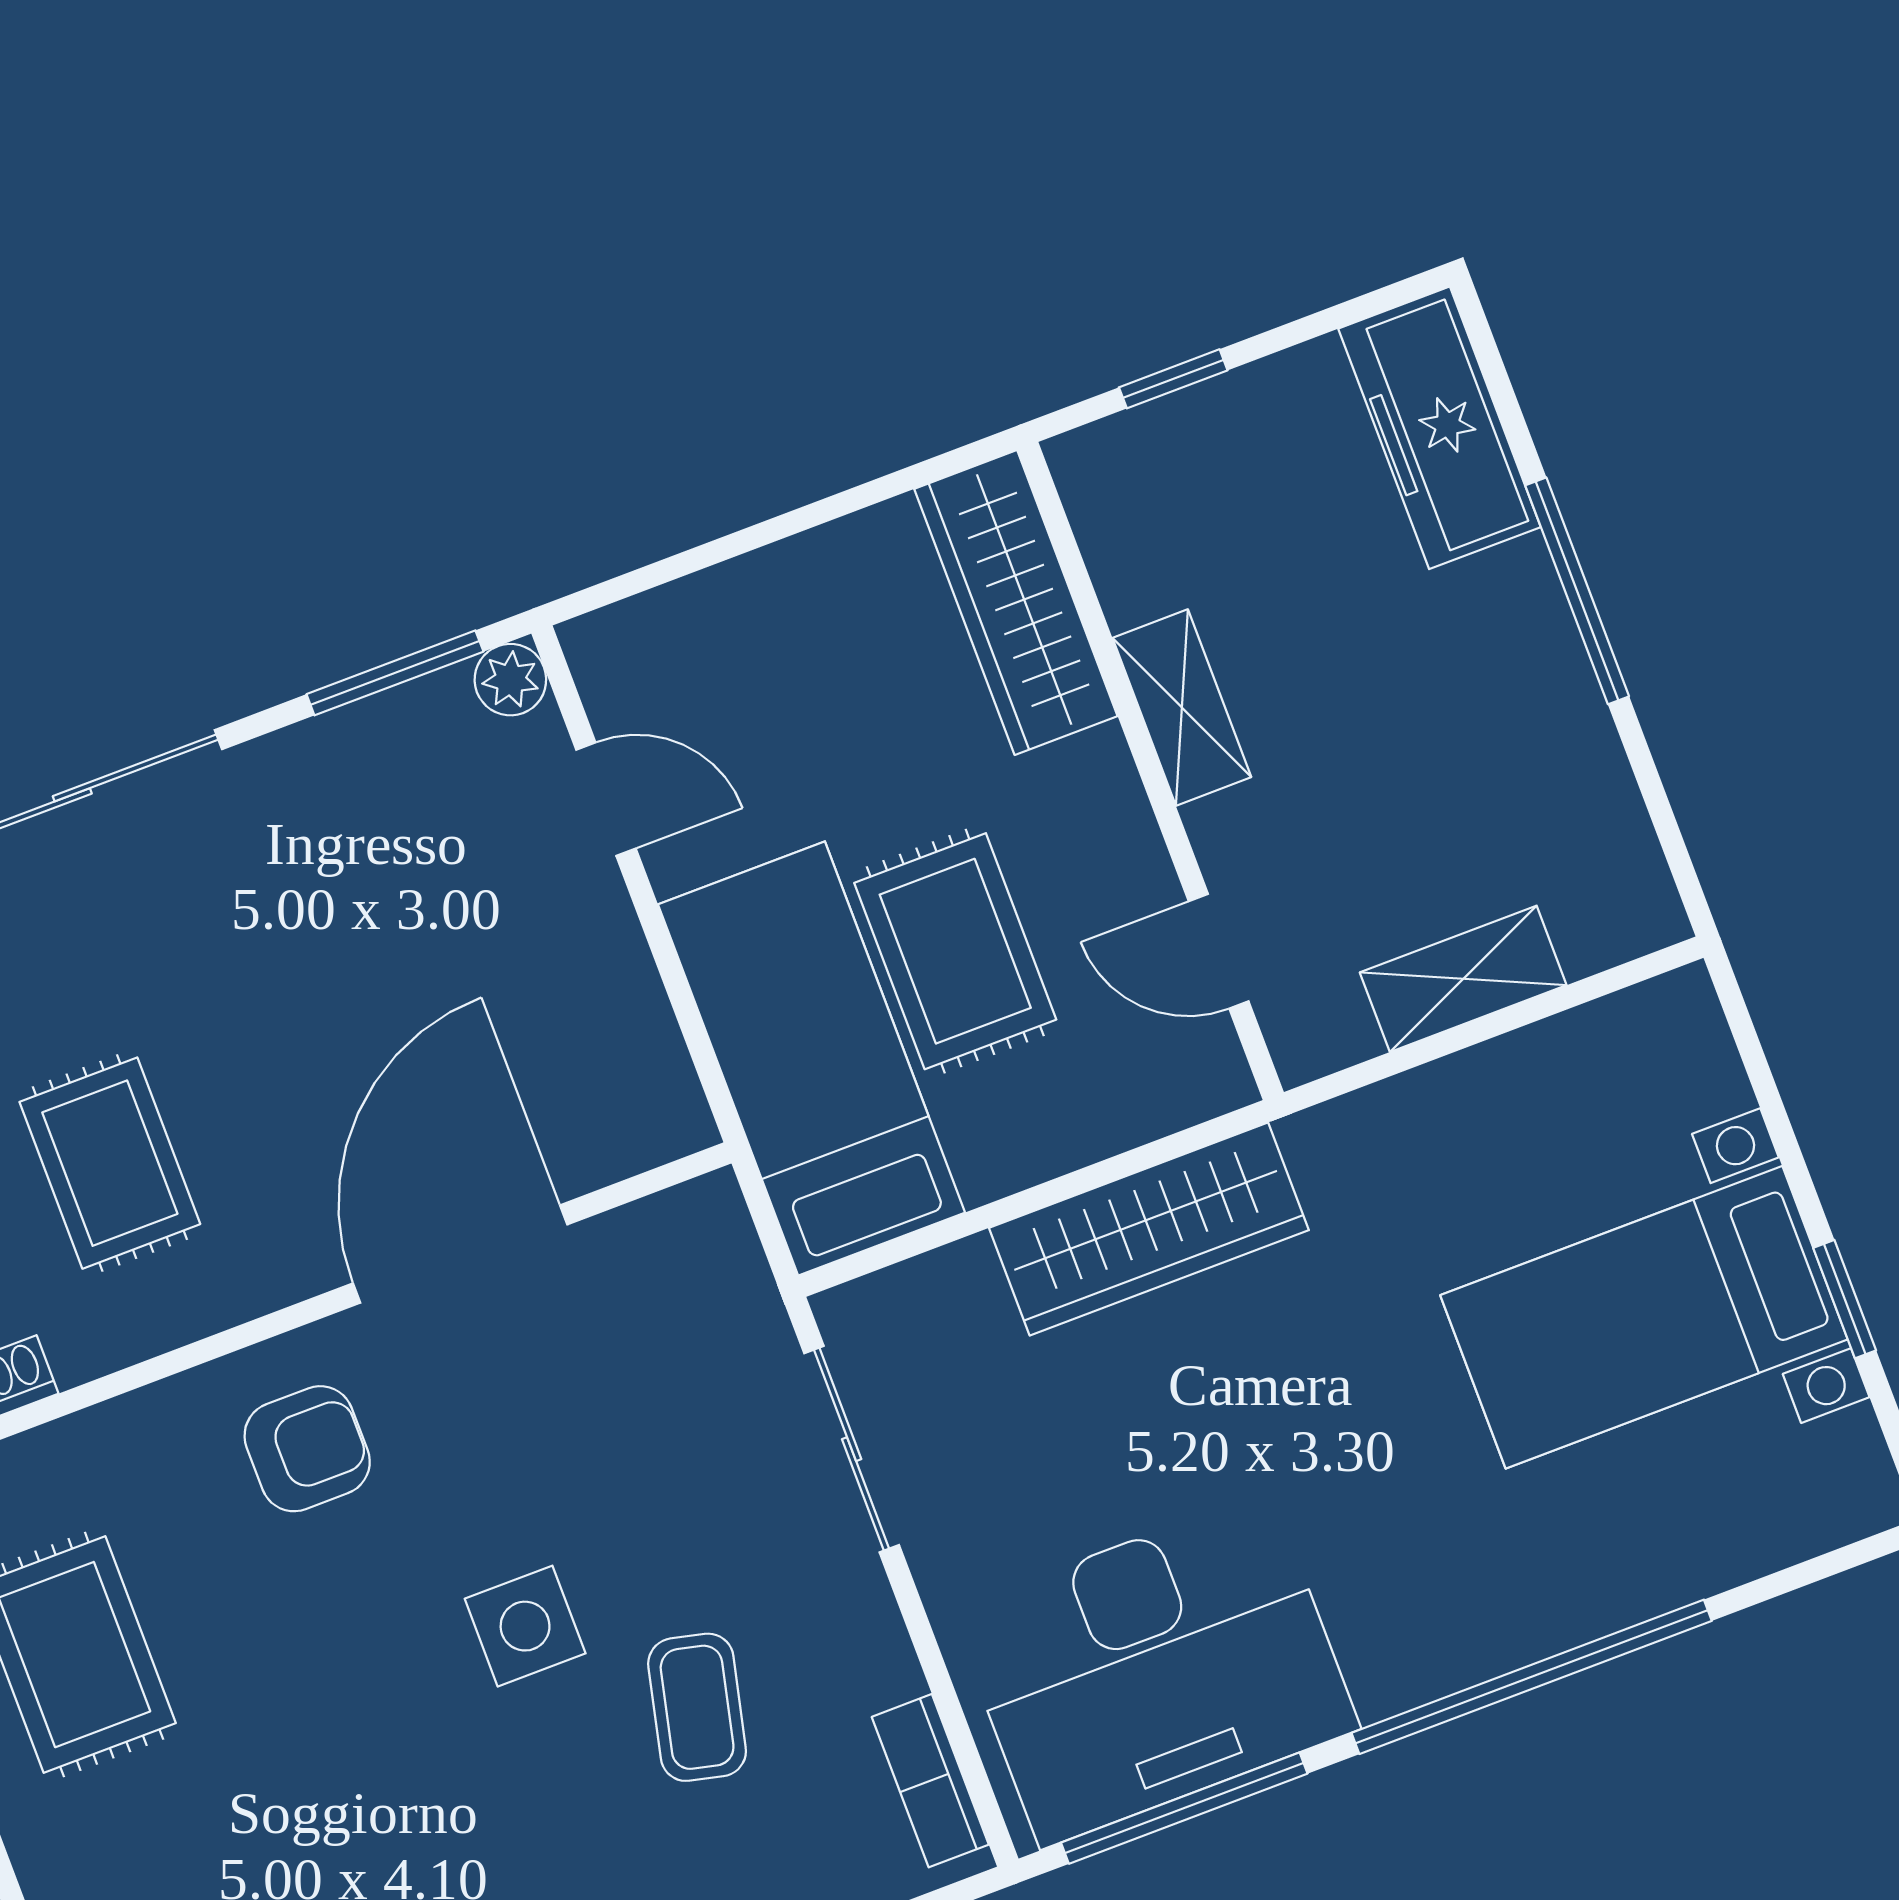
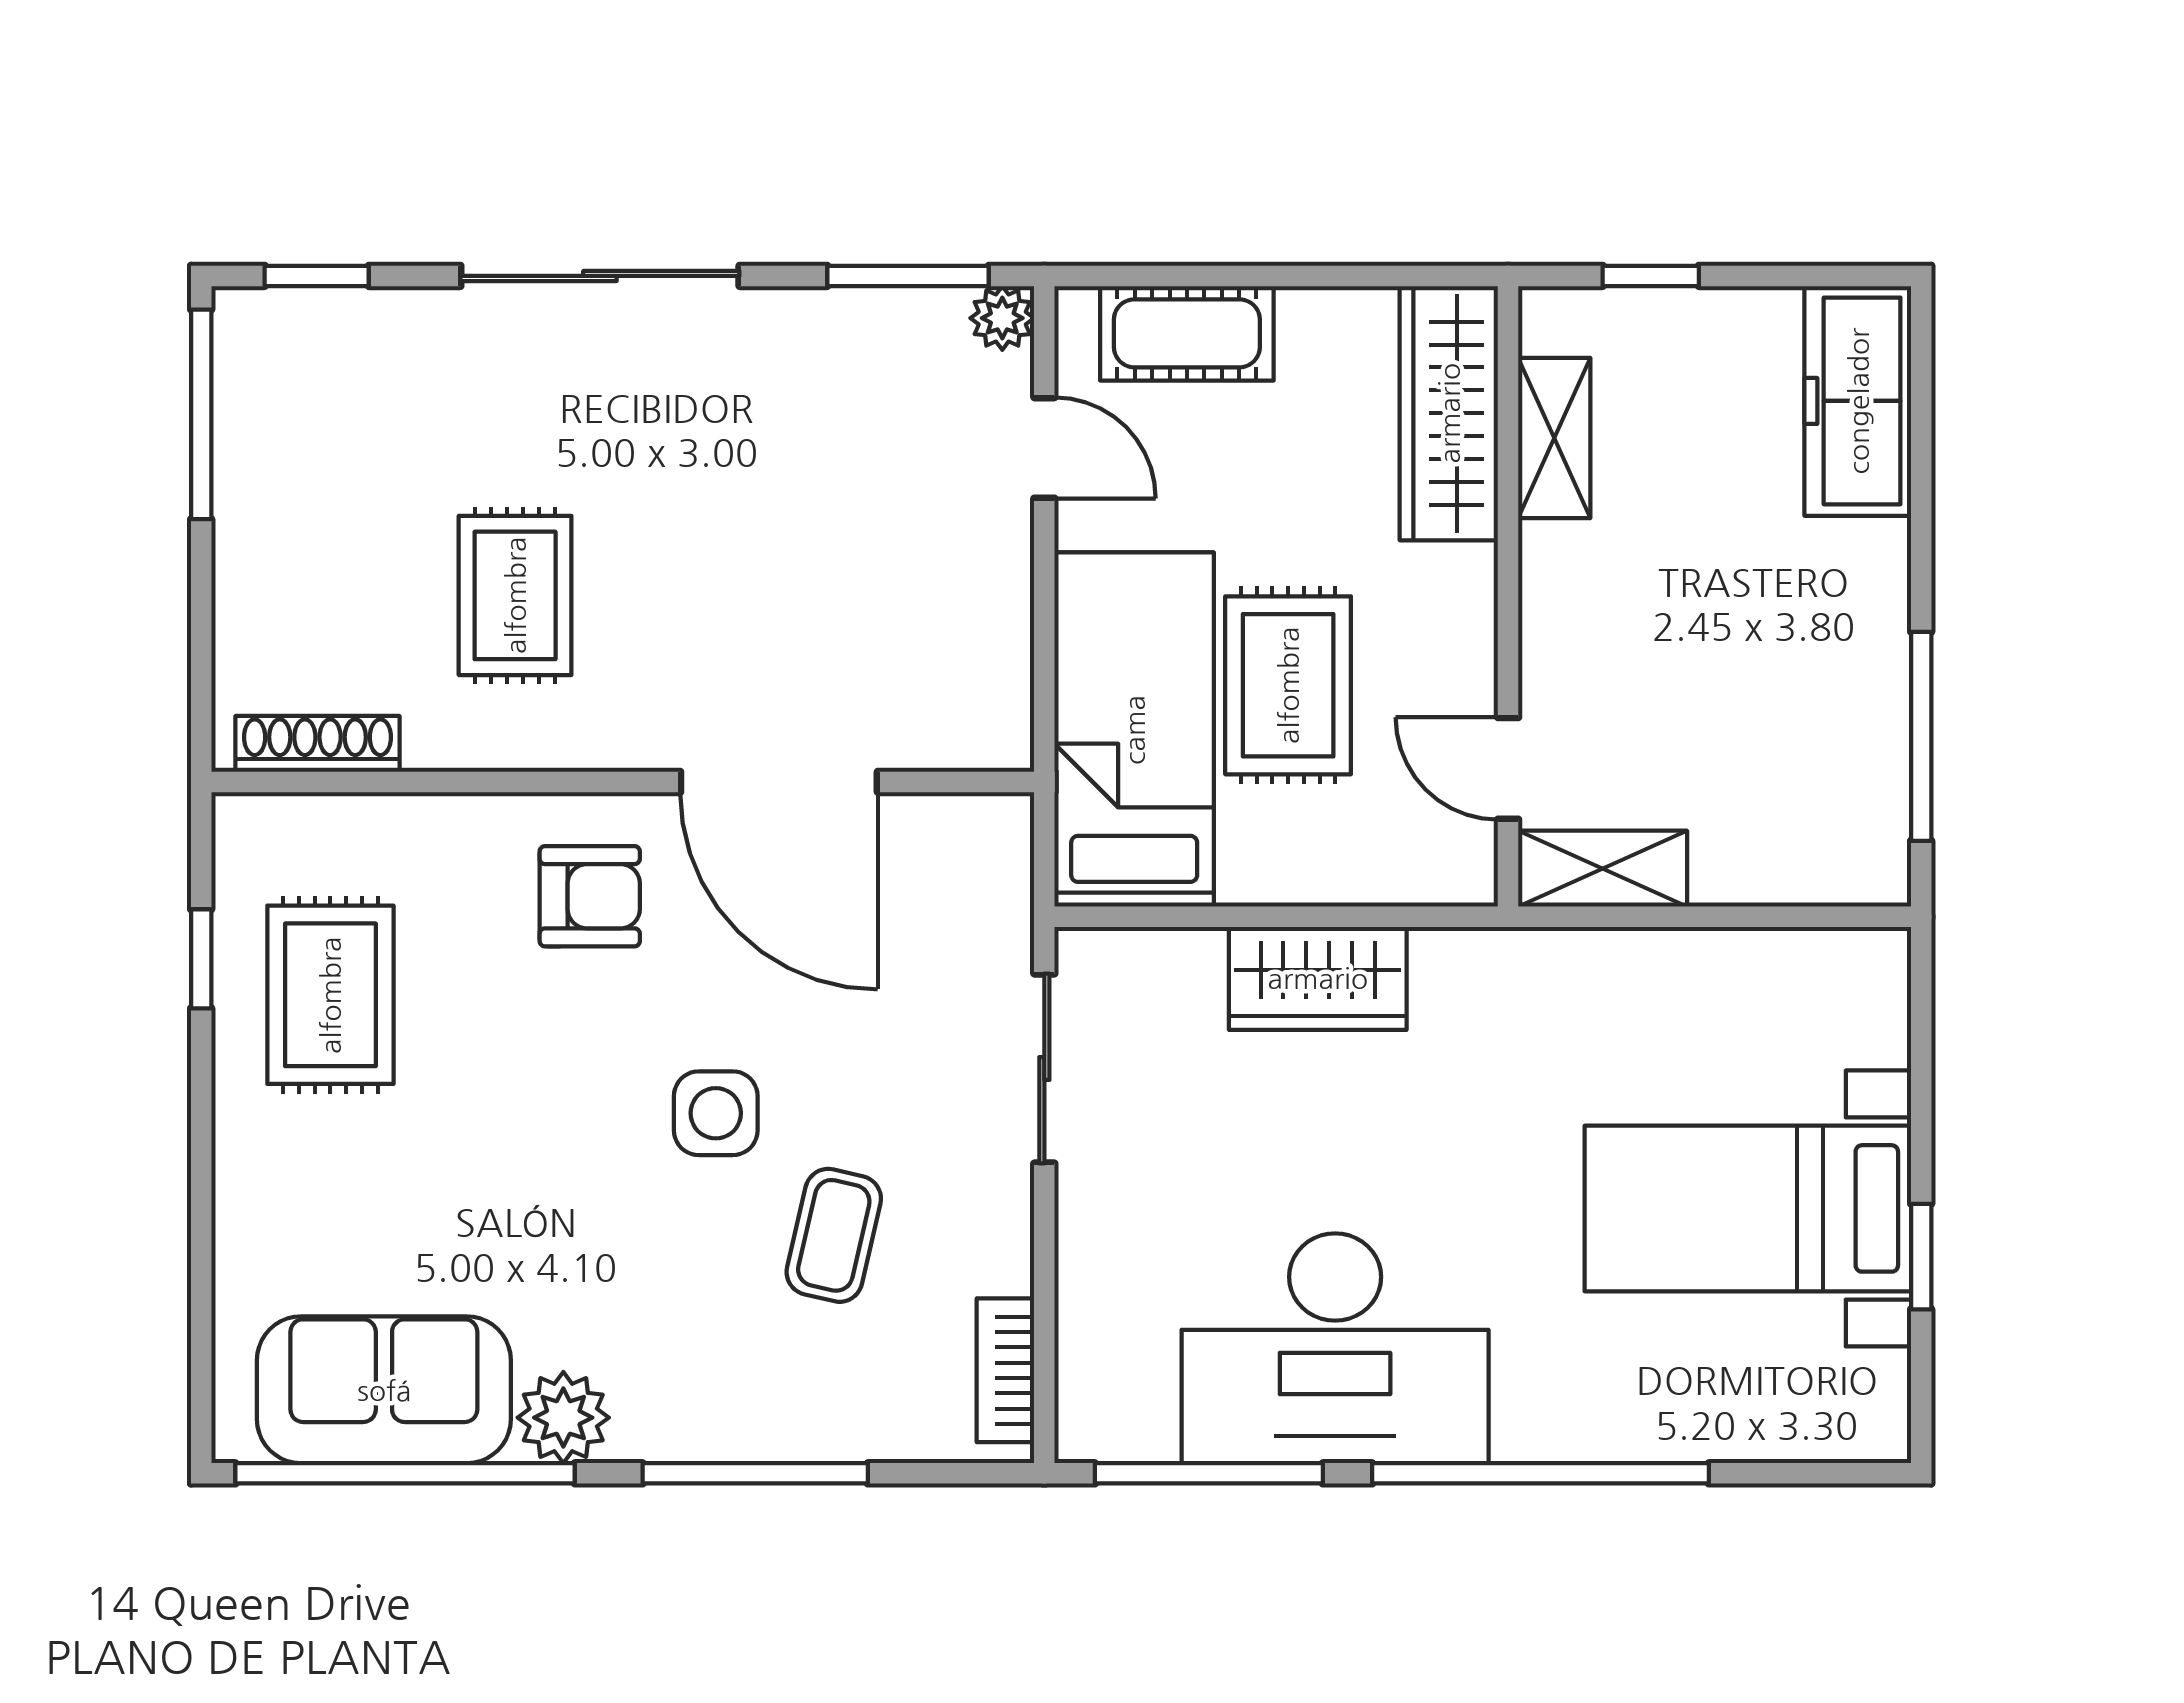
window: (1577, 591) -> (1921, 736), moved
cot: (710, 623) -> (1187, 333), added
shelving: (1182, 707) -> (1554, 438), moved
shelving: (1463, 979) -> (1603, 869), moved
wardrobe: (1149, 1229) -> (1318, 978), width x0.67
door: (460, 1254) -> (779, 782), swing flipped
desk: (1155, 1669) -> (1335, 1348), moved

